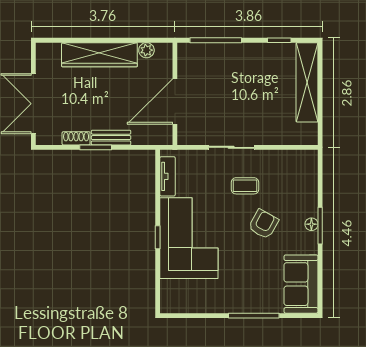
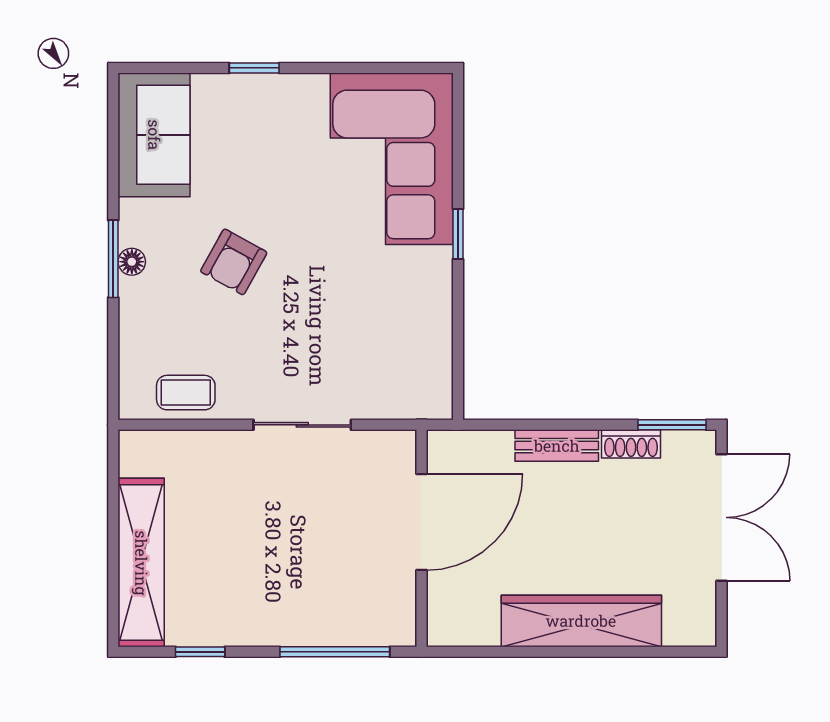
plant: (146, 50) -> (482, 631), removed
window: (96, 147) -> (672, 425), moved
tv unit: (168, 176) -> (437, 363), removed
coffee table: (245, 186) -> (186, 393), moved
corner sofa: (189, 238) -> (392, 159), moved
window: (254, 316) -> (254, 68), width x0.46

